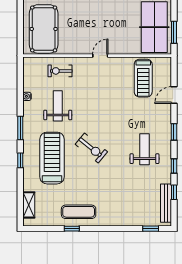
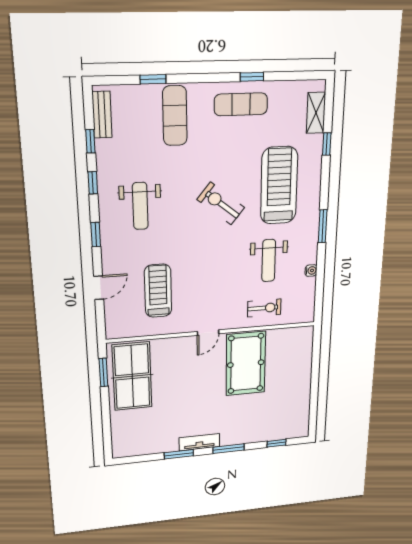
pool table: (44, 29) -> (246, 364), moved
treadmill: (143, 78) -> (158, 291), moved
treadmill: (52, 158) -> (279, 186), turned 180
window: (20, 160) -> (327, 144), moved
bench: (166, 203) -> (102, 115), width x0.73
exercise mat: (121, 206) -> (175, 116), added
window: (151, 229) -> (153, 79), moved

